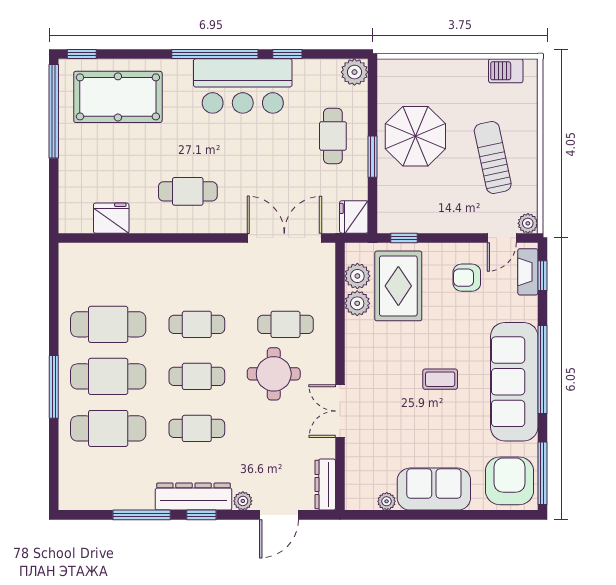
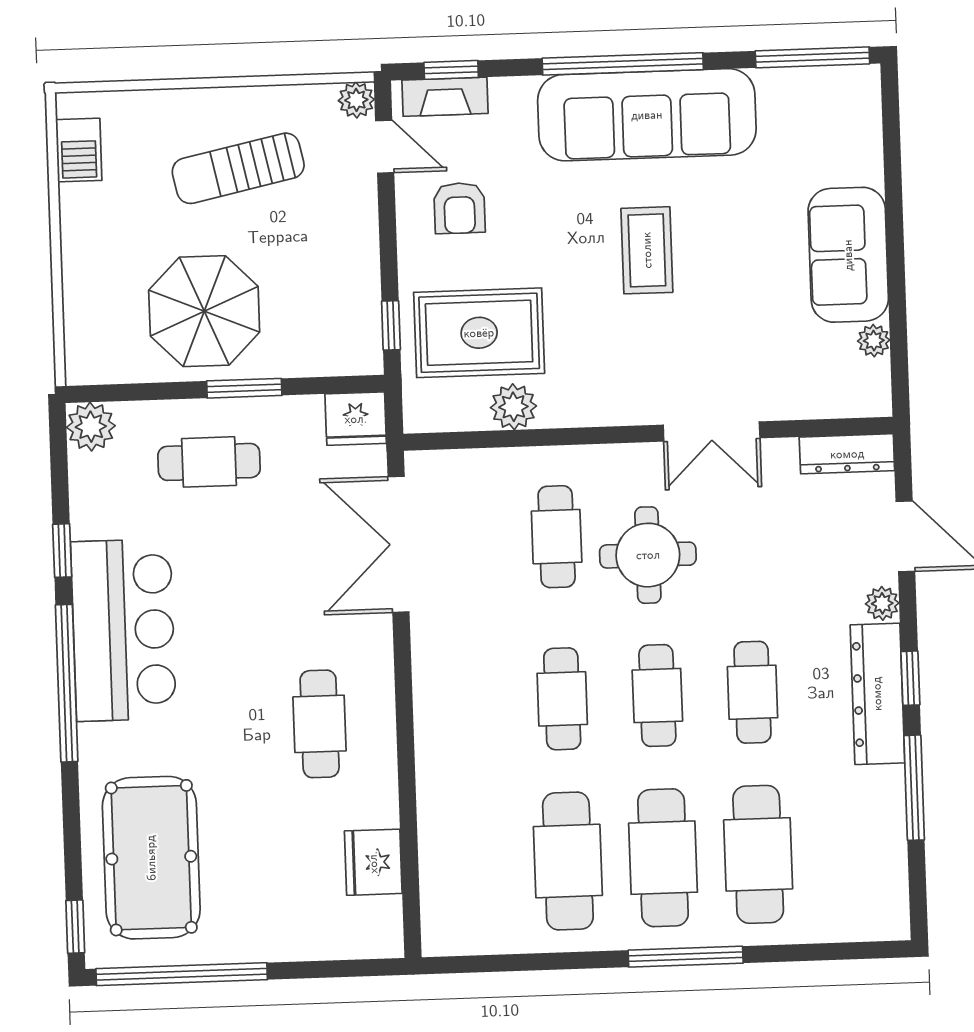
plant: (357, 276) -> (464, 408), removed
coffee table: (440, 379) -> (647, 250), width x1.36, depth x1.30
armchair: (510, 481) -> (828, 117), removed

